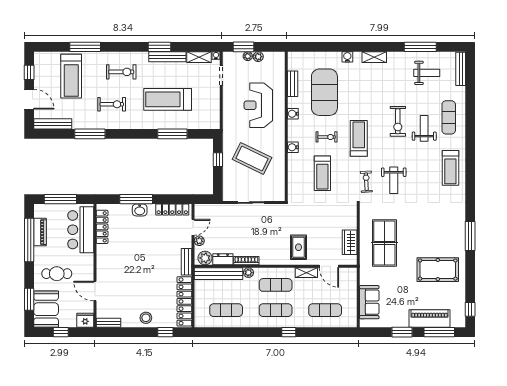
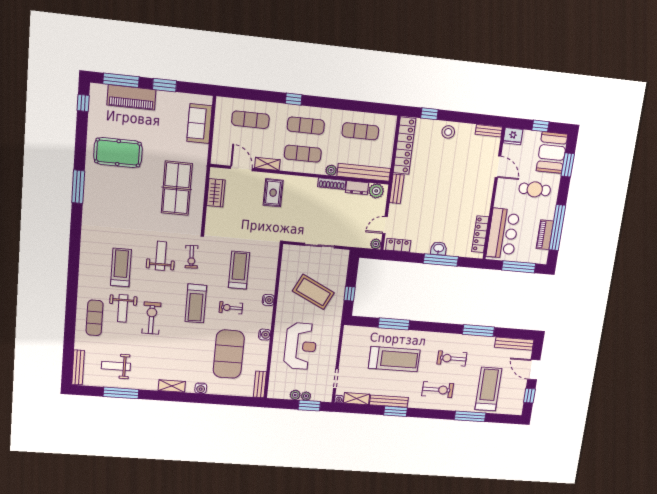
exercise bike: (121, 72) -> (438, 390), turned 180
bench: (293, 84) -> (260, 384), moved
treadmill: (450, 168) -> (121, 268), moved
locker: (172, 210) -> (398, 245), width x0.66
plant: (199, 241) -> (376, 244), moved

